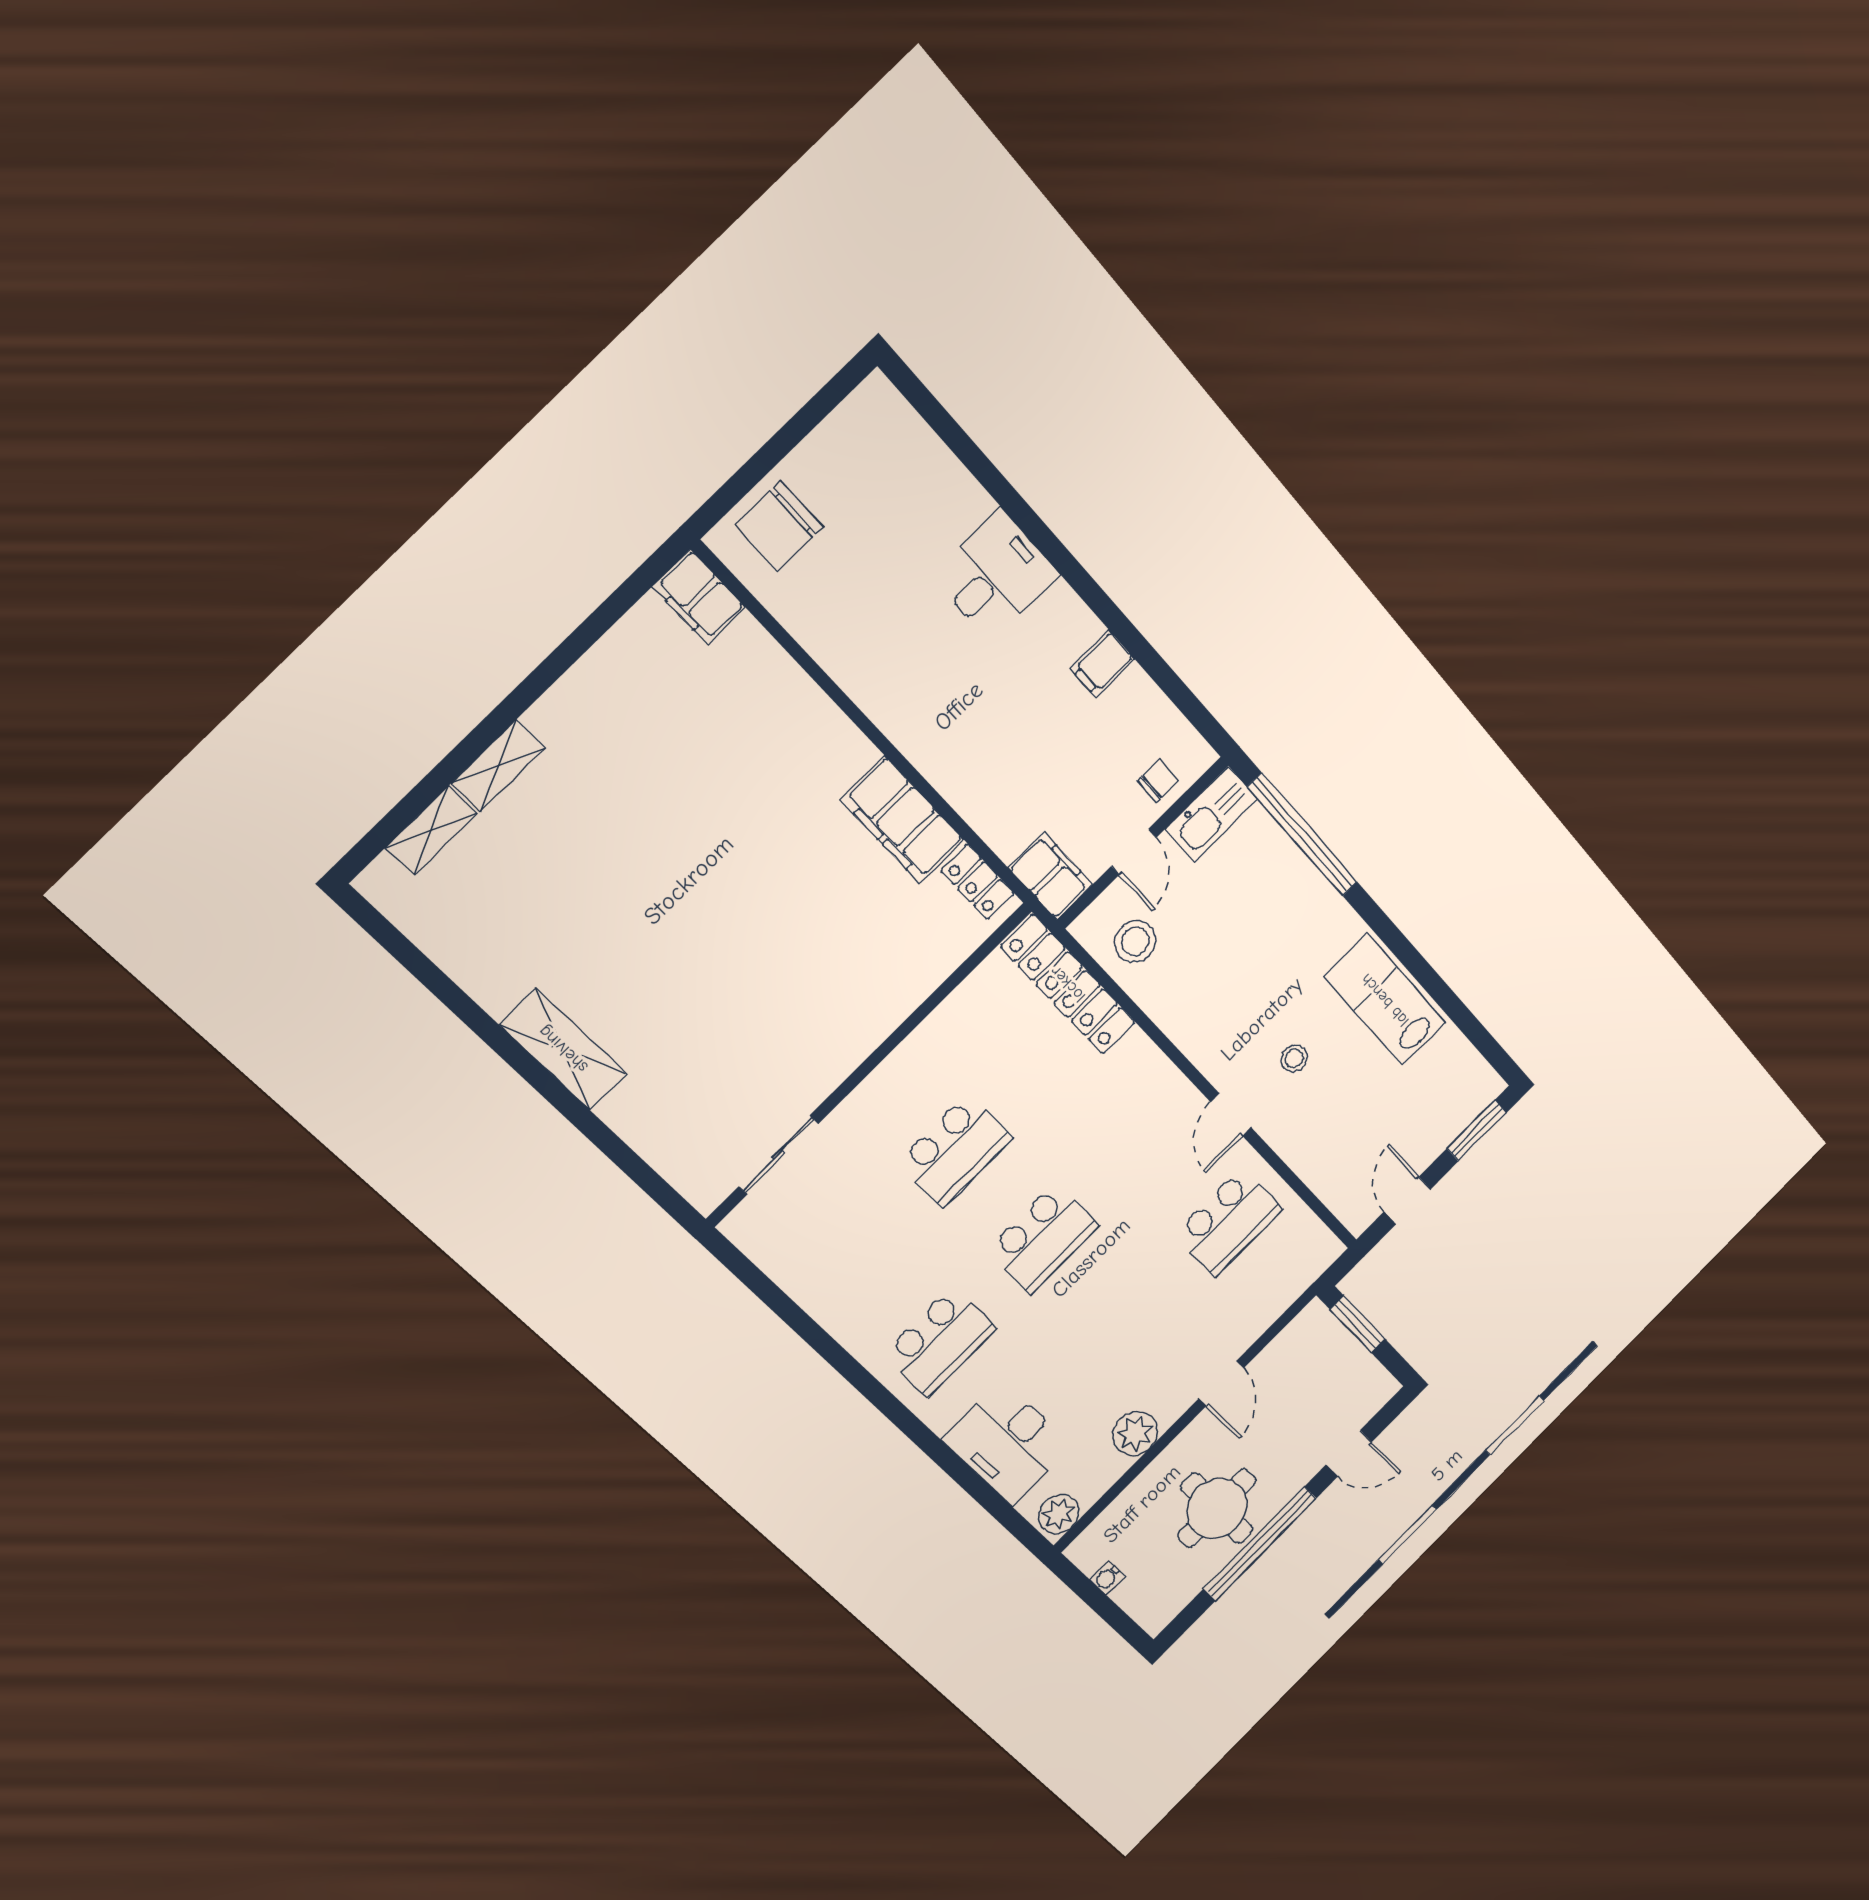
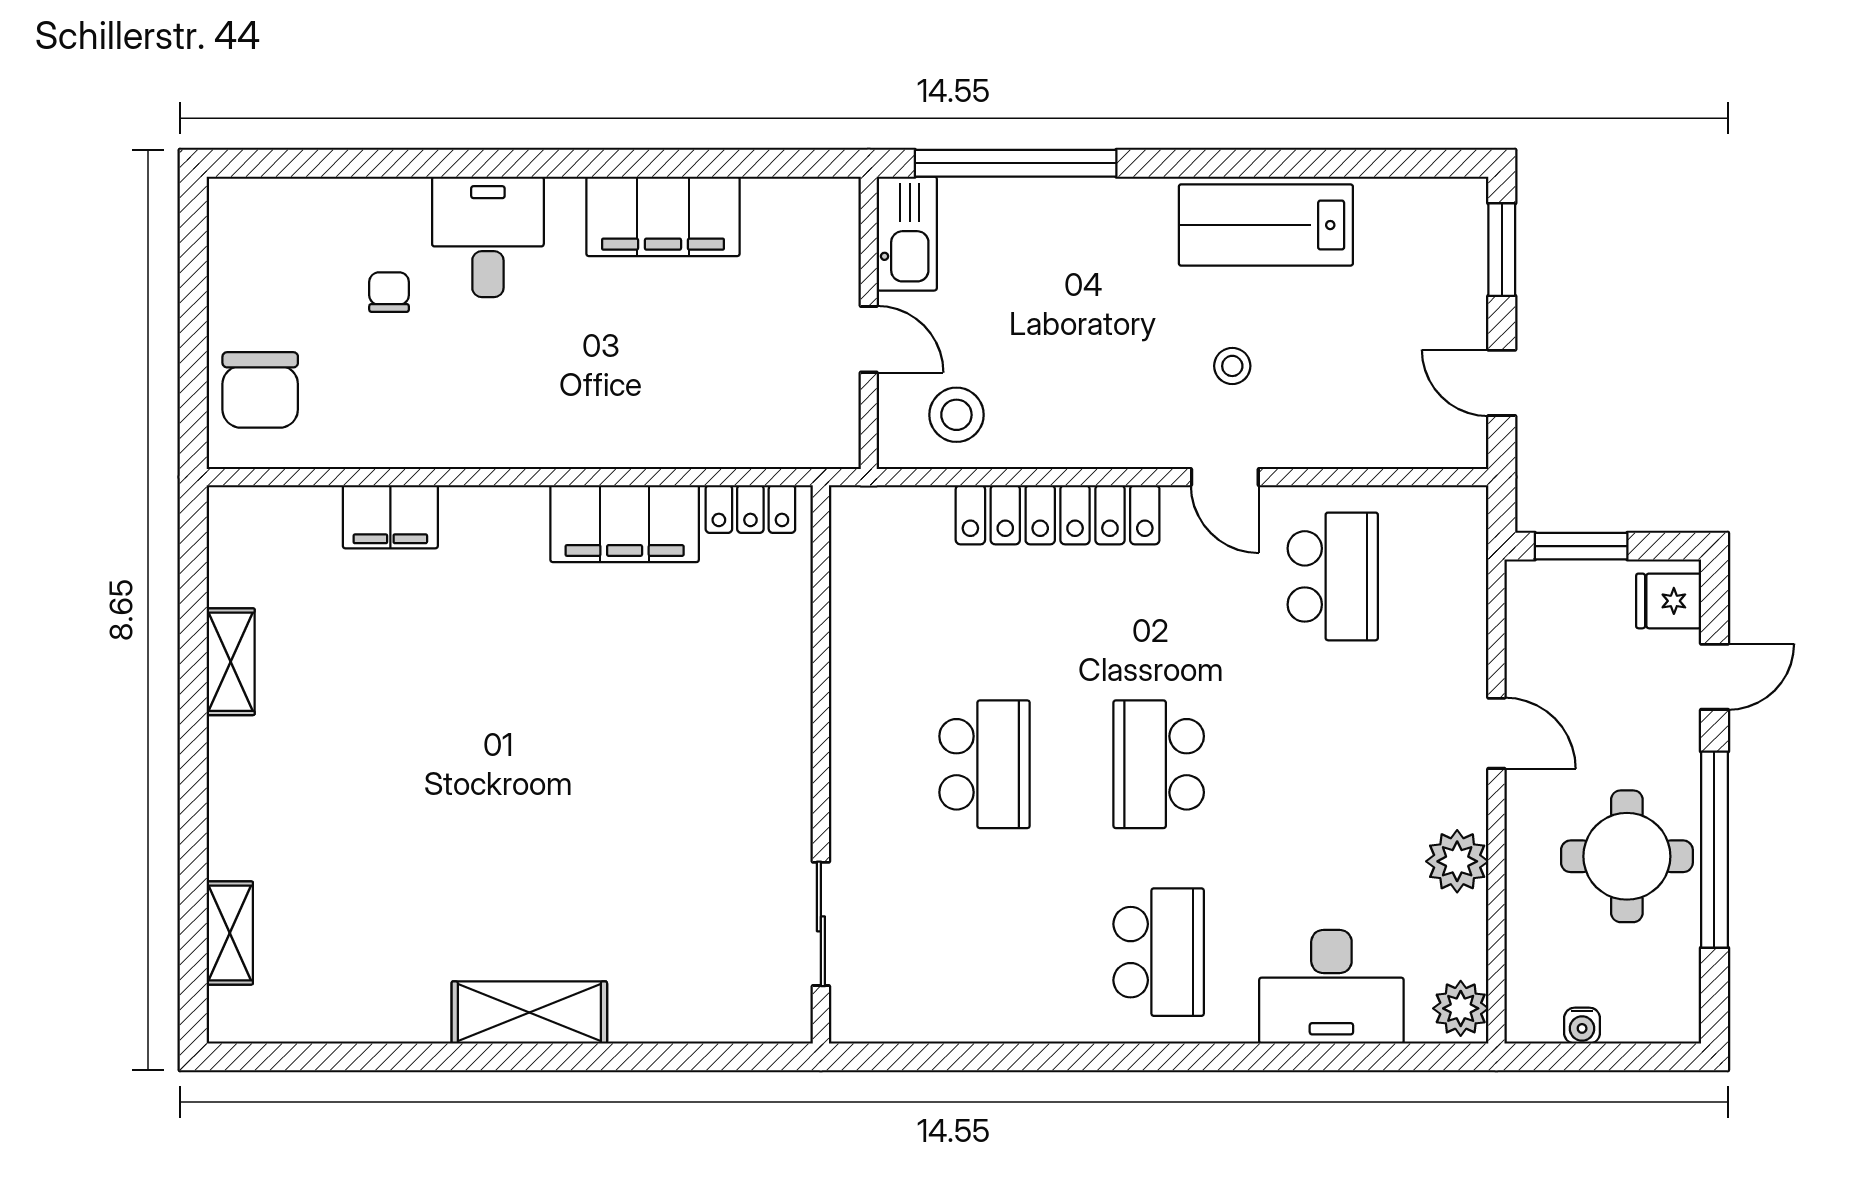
filing cabinet: (699, 597) -> (390, 517), moved
filing cabinet: (1102, 664) -> (663, 216), width x3.00, depth x1.17
shelving: (498, 766) -> (231, 662), moved
chair: (1158, 781) -> (389, 292), moved
filing cabinet: (1050, 876) -> (813, 437), removed
locker: (1068, 984) -> (1058, 515), moved
school desk: (1043, 1238) -> (1159, 764), turned 180
fridge: (1368, 1393) -> (1669, 601), added

